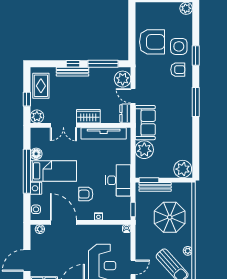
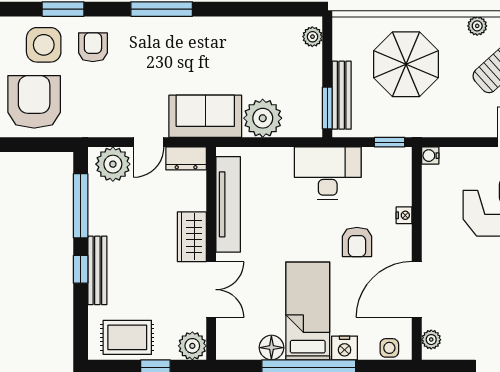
plant: (183, 169) -> (312, 37), width x0.53, depth x0.53

